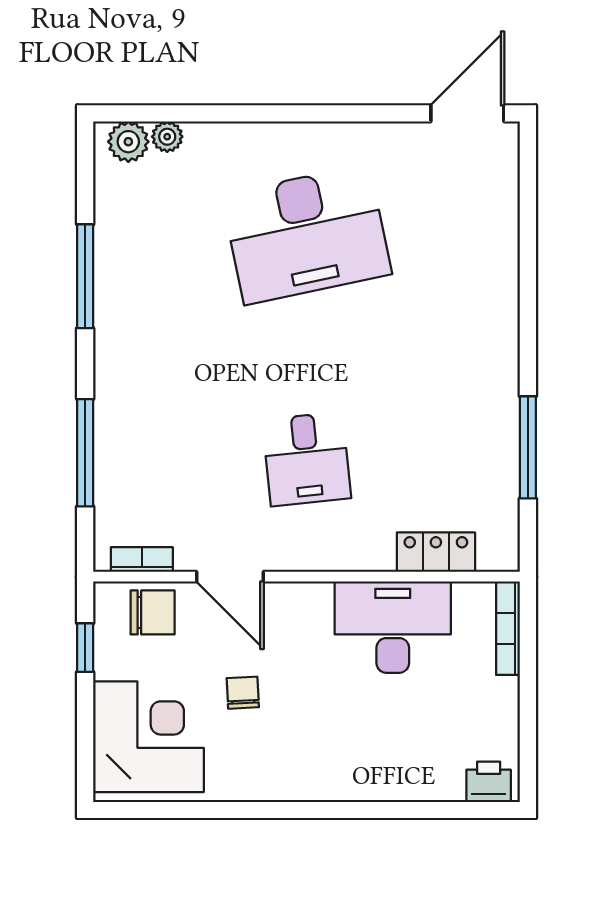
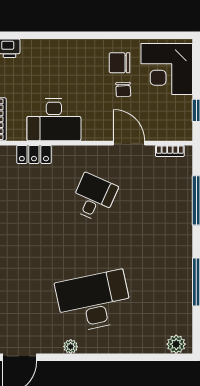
plant: (167, 137) -> (71, 347), moved
desk: (307, 459) -> (94, 198), turned 30
chair: (153, 612) -> (120, 63), moved

